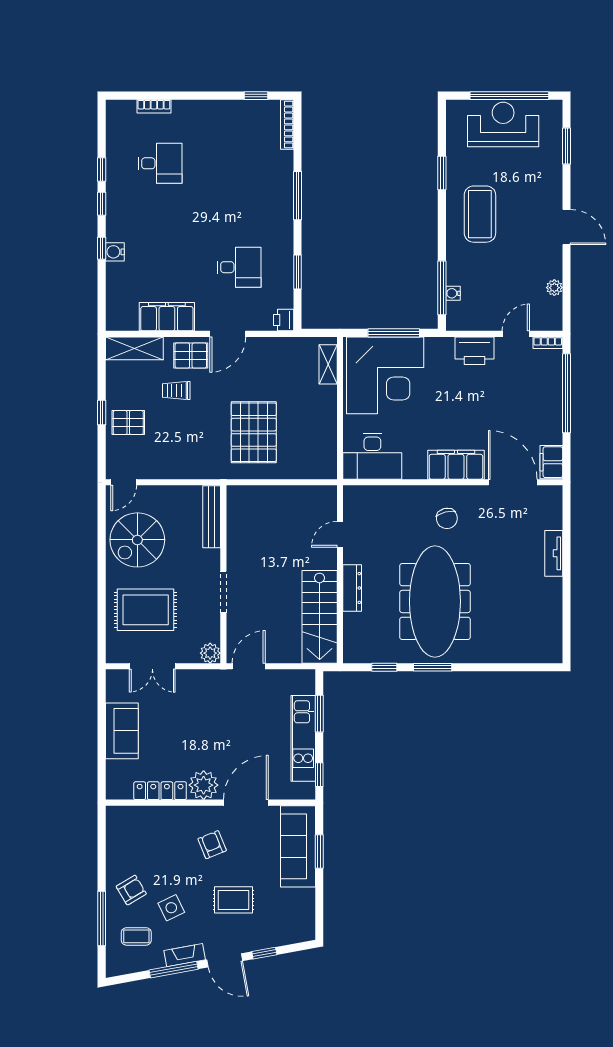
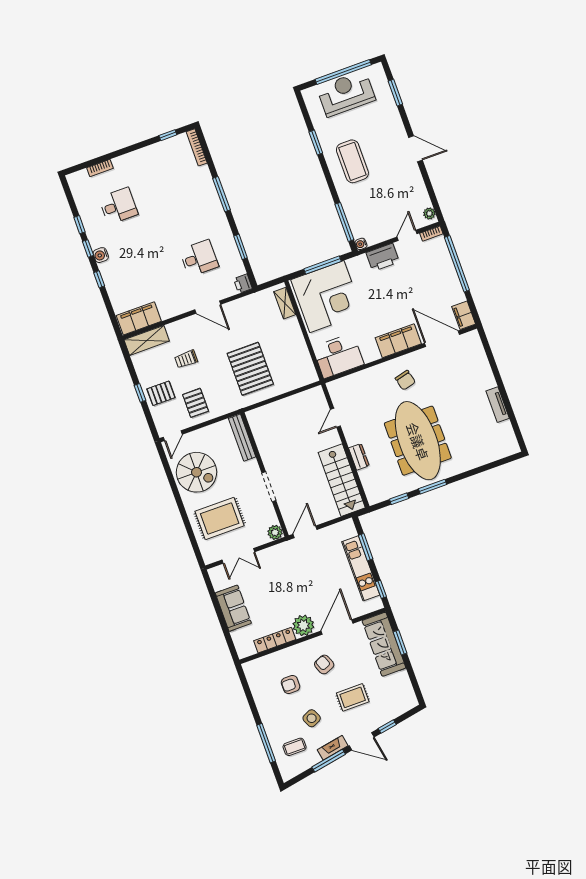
water cooler: (115, 252) -> (101, 255), moved
plant: (554, 288) -> (429, 214), moved
water cooler: (453, 293) -> (361, 244), moved
filing cabinet: (167, 317) -> (139, 318), moved
door: (228, 334) -> (208, 307), hinge flipped
pallet: (191, 356) -> (196, 403), moved, turned 90
spiral stairs: (137, 540) -> (197, 472), turned -90
tv unit: (554, 553) -> (498, 405), moved
dresser: (352, 588) -> (359, 457), width x0.70
armchair: (131, 890) -> (291, 684), moved, turned -149

